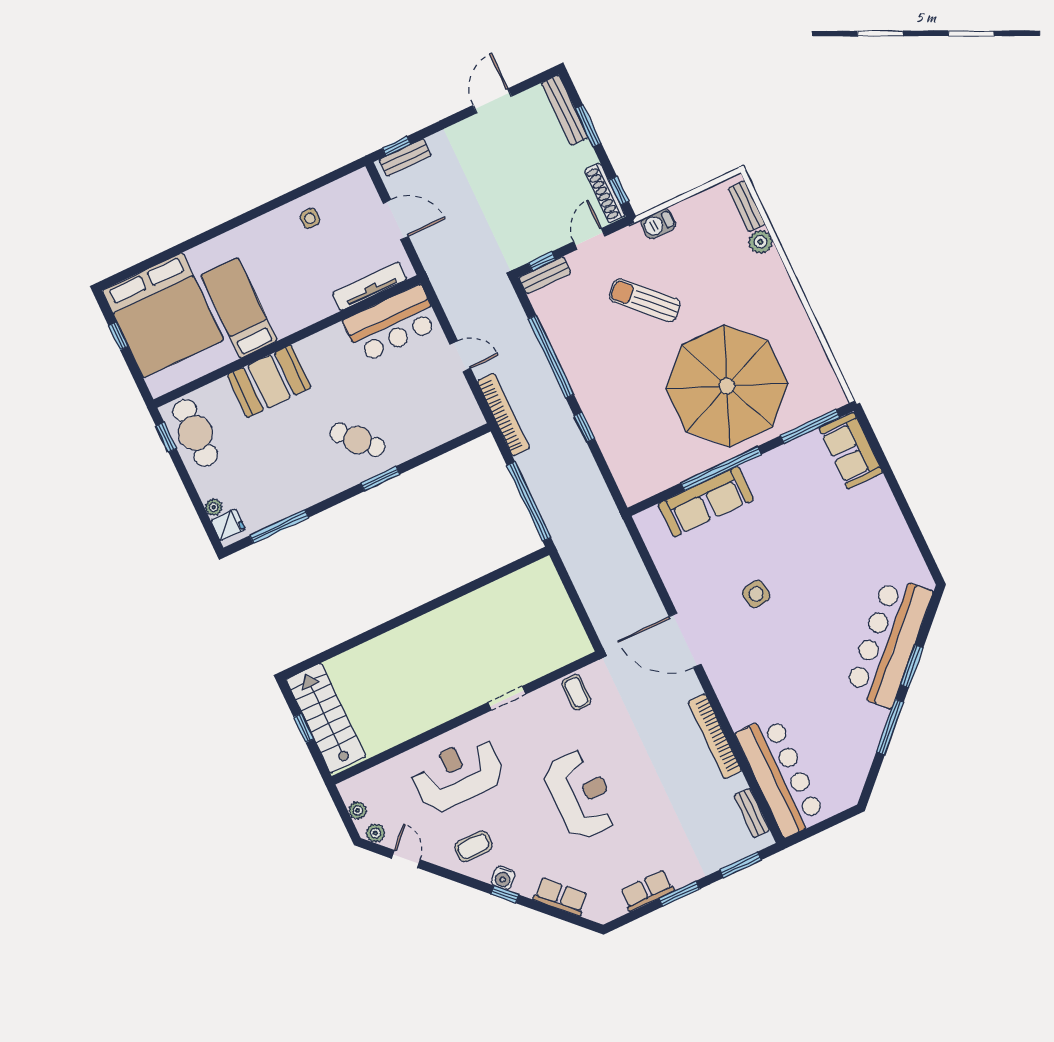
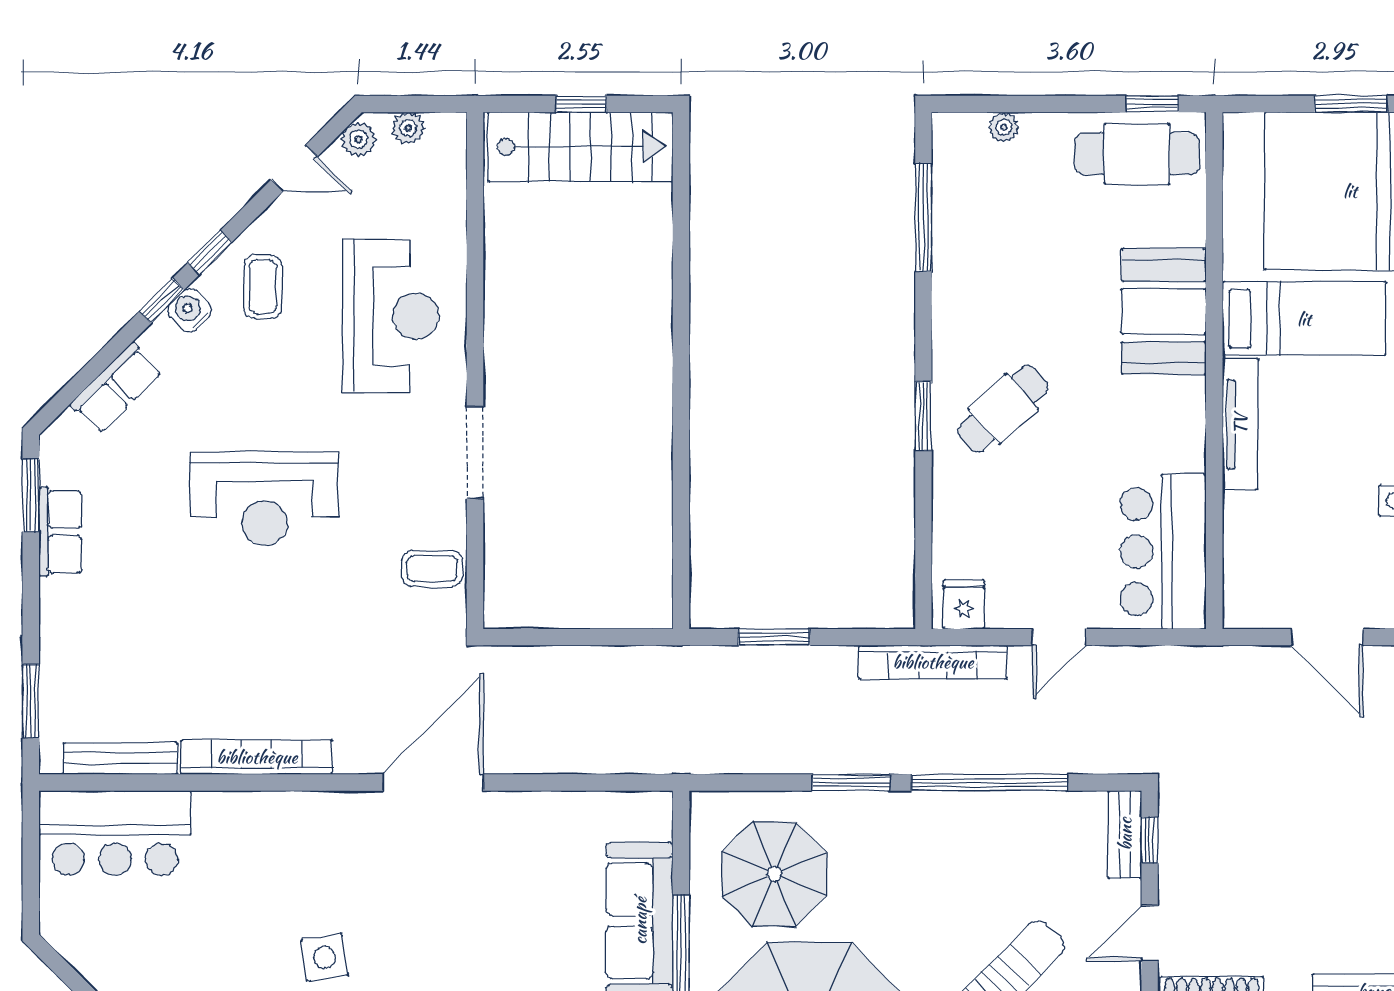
door: (396, 220) -> (1327, 637), hinge flipped
door: (589, 239) -> (1150, 933), swing flipped
tv unit: (370, 286) -> (1240, 424), moved
window: (118, 336) -> (1351, 104), width x1.50
window: (584, 427) -> (851, 783), width x1.50
parasol: (650, 444) -> (774, 874), added
window: (529, 502) -> (774, 637), width x0.47
fridge: (228, 525) -> (964, 604), moved, turned 180
side table: (756, 594) -> (325, 958), moved
doorway: (507, 698) -> (475, 453), width x1.38
bar counter: (781, 776) -> (115, 833), width x0.73
bench: (752, 813) -> (120, 759), width x1.36
window: (469, 882) -> (210, 253), added
window: (679, 894) -> (31, 495), moved

